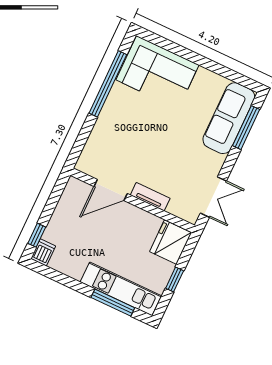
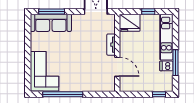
dishwasher: (43, 252) -> (166, 66), moved
window: (113, 303) -> (175, 63), moved

